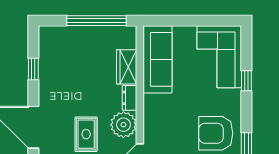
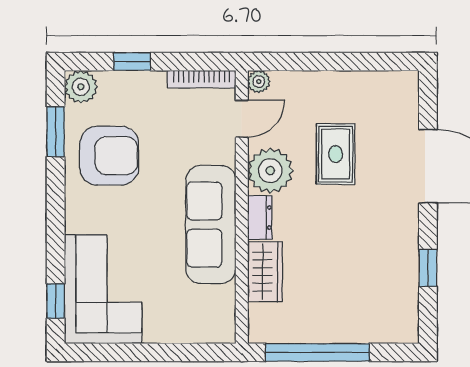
sofa: (158, 59) -> (211, 224), moved
window: (246, 81) -> (56, 301), moved

